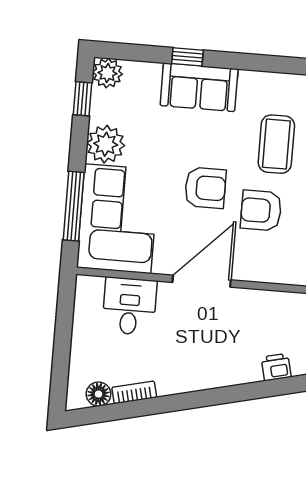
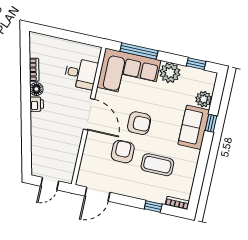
plant: (107, 73) -> (204, 99), moved
armchair: (205, 188) -> (139, 123), turned -90
printer: (276, 367) -> (37, 104), moved
floor lamp: (98, 394) -> (36, 89), moved

